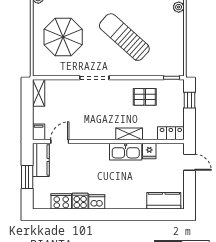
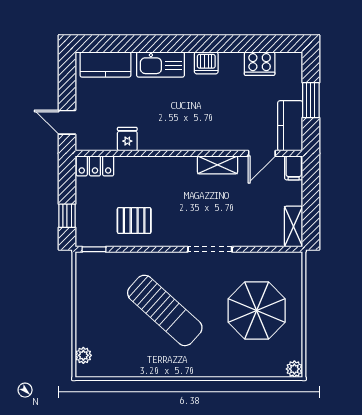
shelving: (129, 134) -> (217, 165), moved
kitchen sink: (126, 152) -> (160, 64), moved, turned 180
cooker: (80, 201) -> (231, 64), removed

